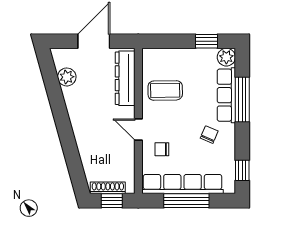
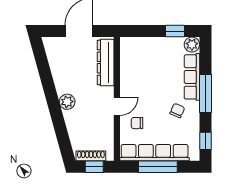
plant: (67, 77) -> (67, 102), moved
coffee table: (165, 90) -> (140, 73), removed
window: (242, 100) -> (205, 94), moved
door: (138, 130) -> (117, 106), swing flipped

